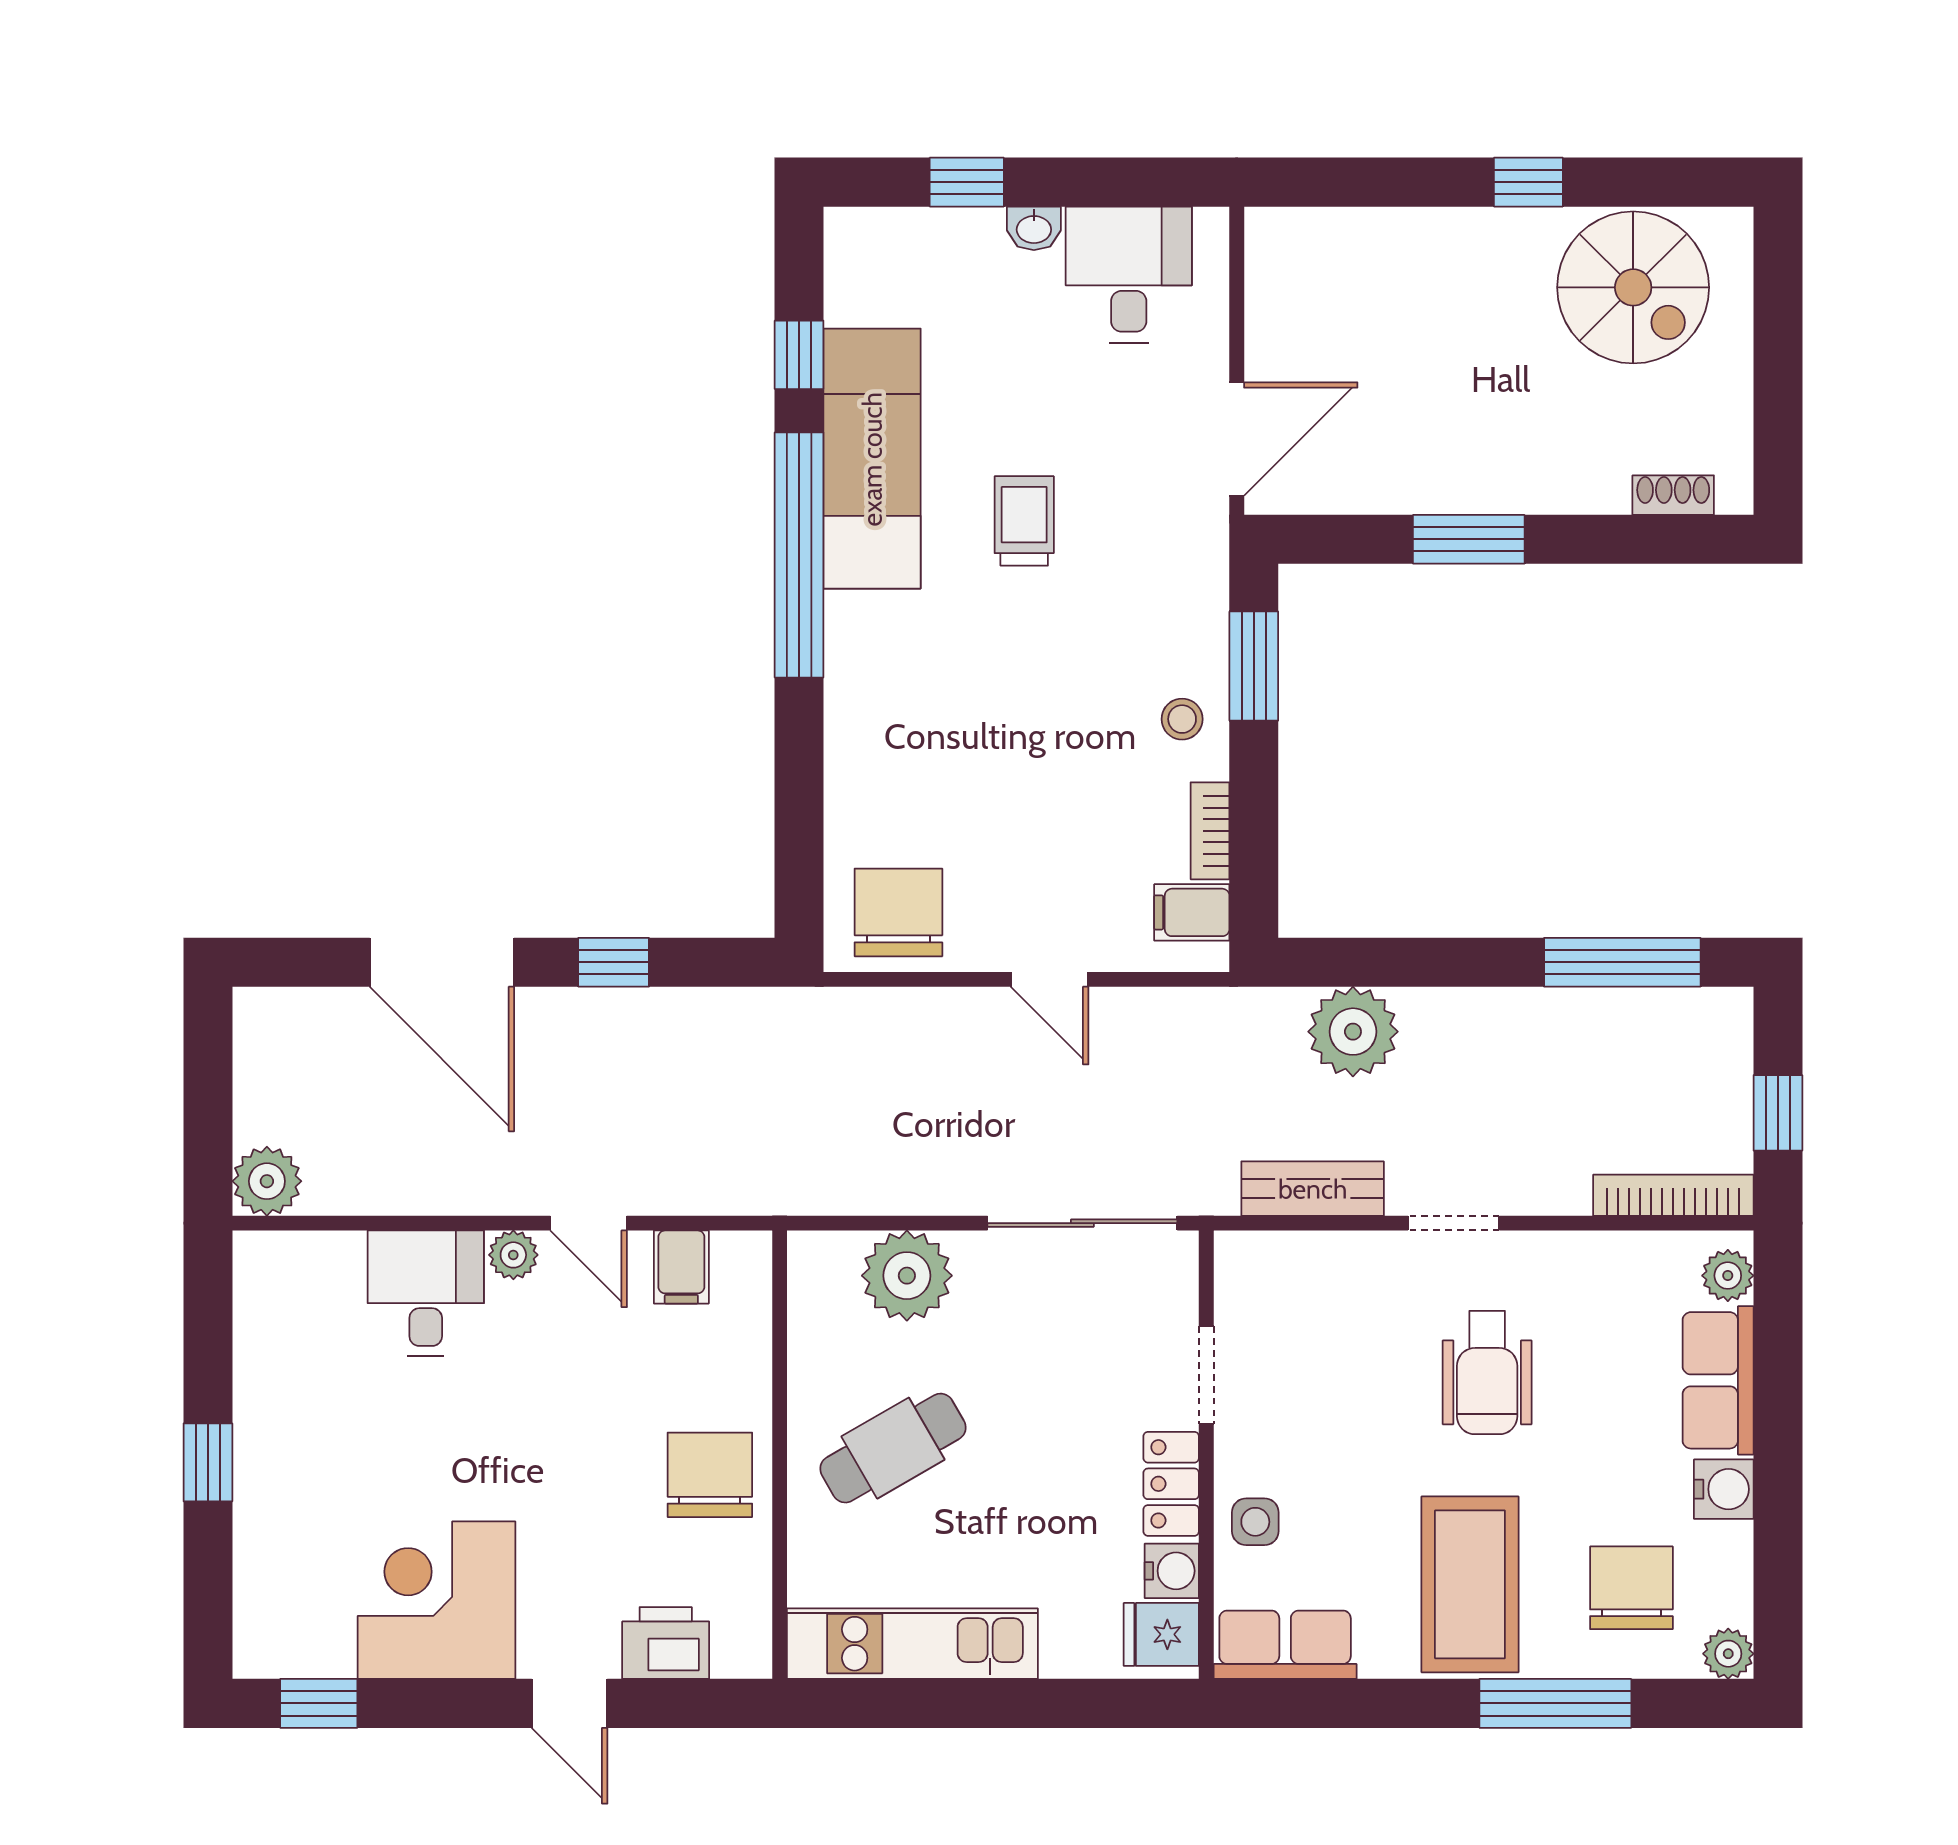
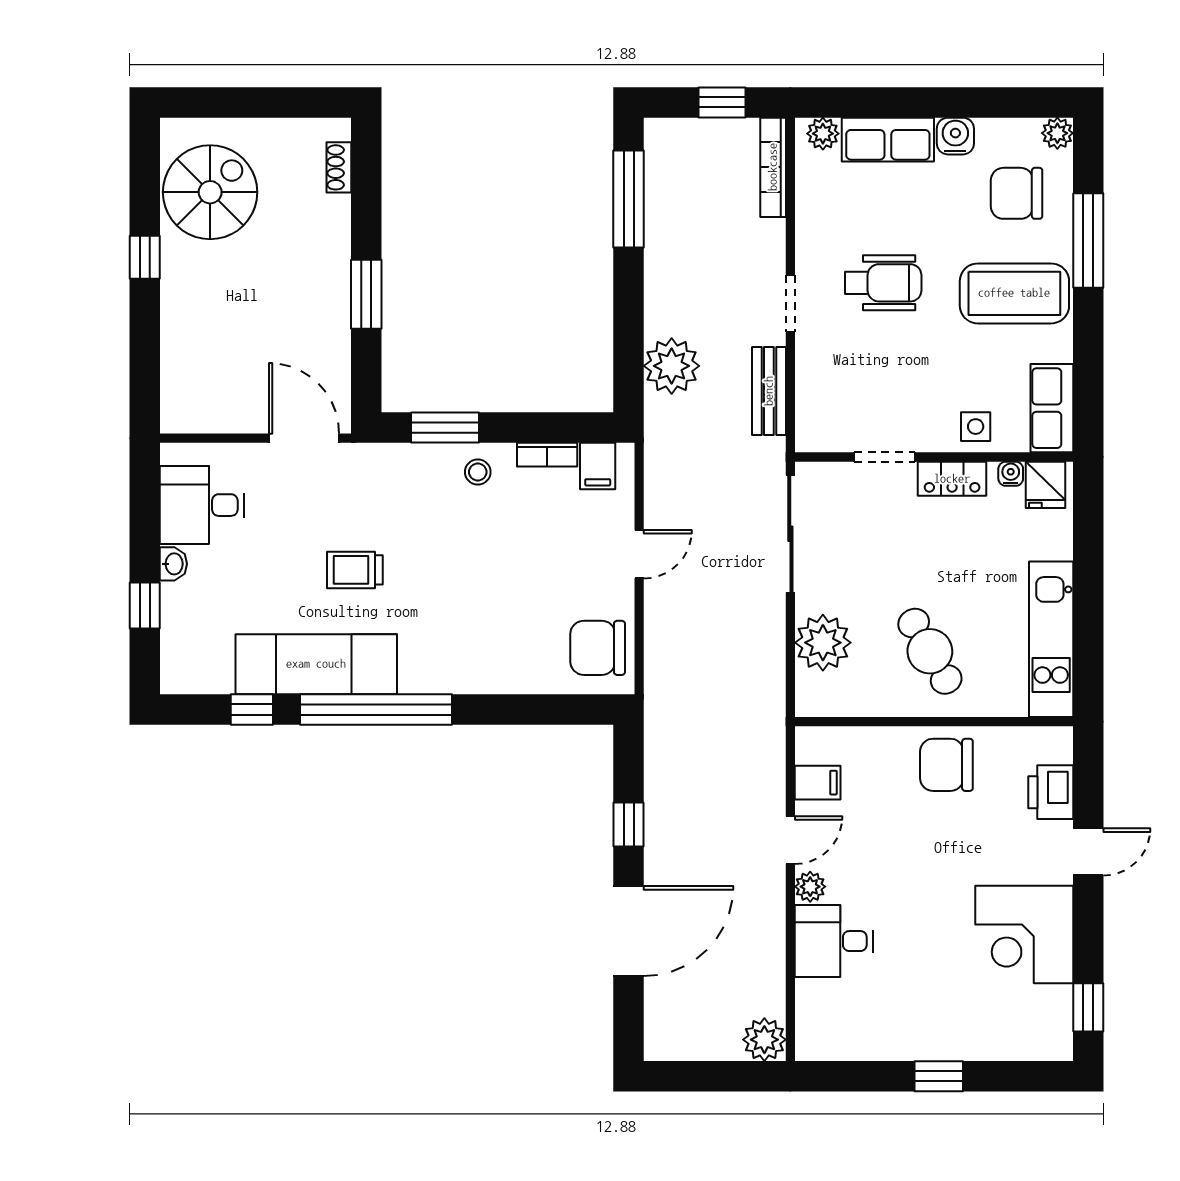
water cooler: (1172, 1571) -> (1011, 474), width x0.72, depth x0.72

